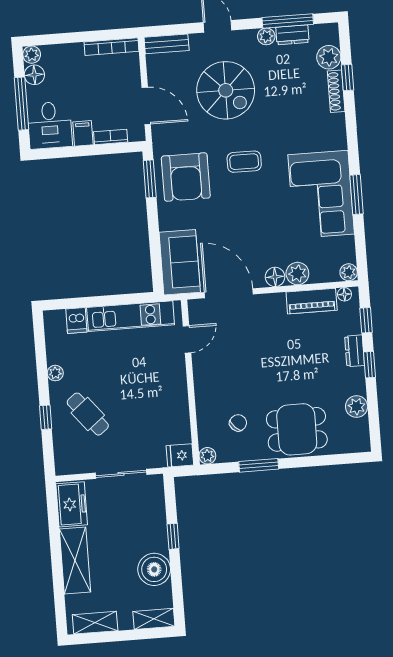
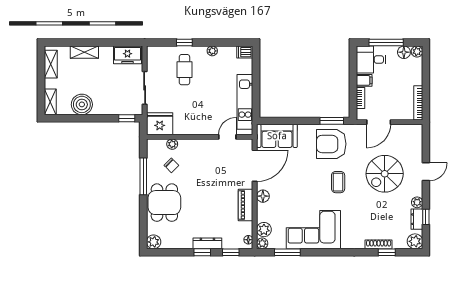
window: (288, 21) -> (426, 217), width x0.46
bench: (167, 44) -> (417, 138), removed
plant: (329, 57) -> (415, 241), moved
window: (356, 195) -> (287, 252), moved
plant: (297, 274) -> (264, 230), moved
piano: (312, 301) -> (246, 205), moved
dishwasher: (76, 321) -> (245, 52), moved
door: (187, 339) -> (227, 137), swing flipped
dresser: (355, 351) -> (207, 243), width x1.44
plant: (357, 407) -> (154, 242), moved
cafe table: (88, 414) -> (184, 70), turned -51
fridge: (180, 455) -> (160, 124), width x1.88, depth x1.34
plant: (207, 456) -> (172, 144), moved
window: (259, 465) -> (143, 176), width x1.44
window: (173, 536) -> (127, 118), moved
shelving: (75, 560) -> (84, 52), width x0.67, depth x0.75

